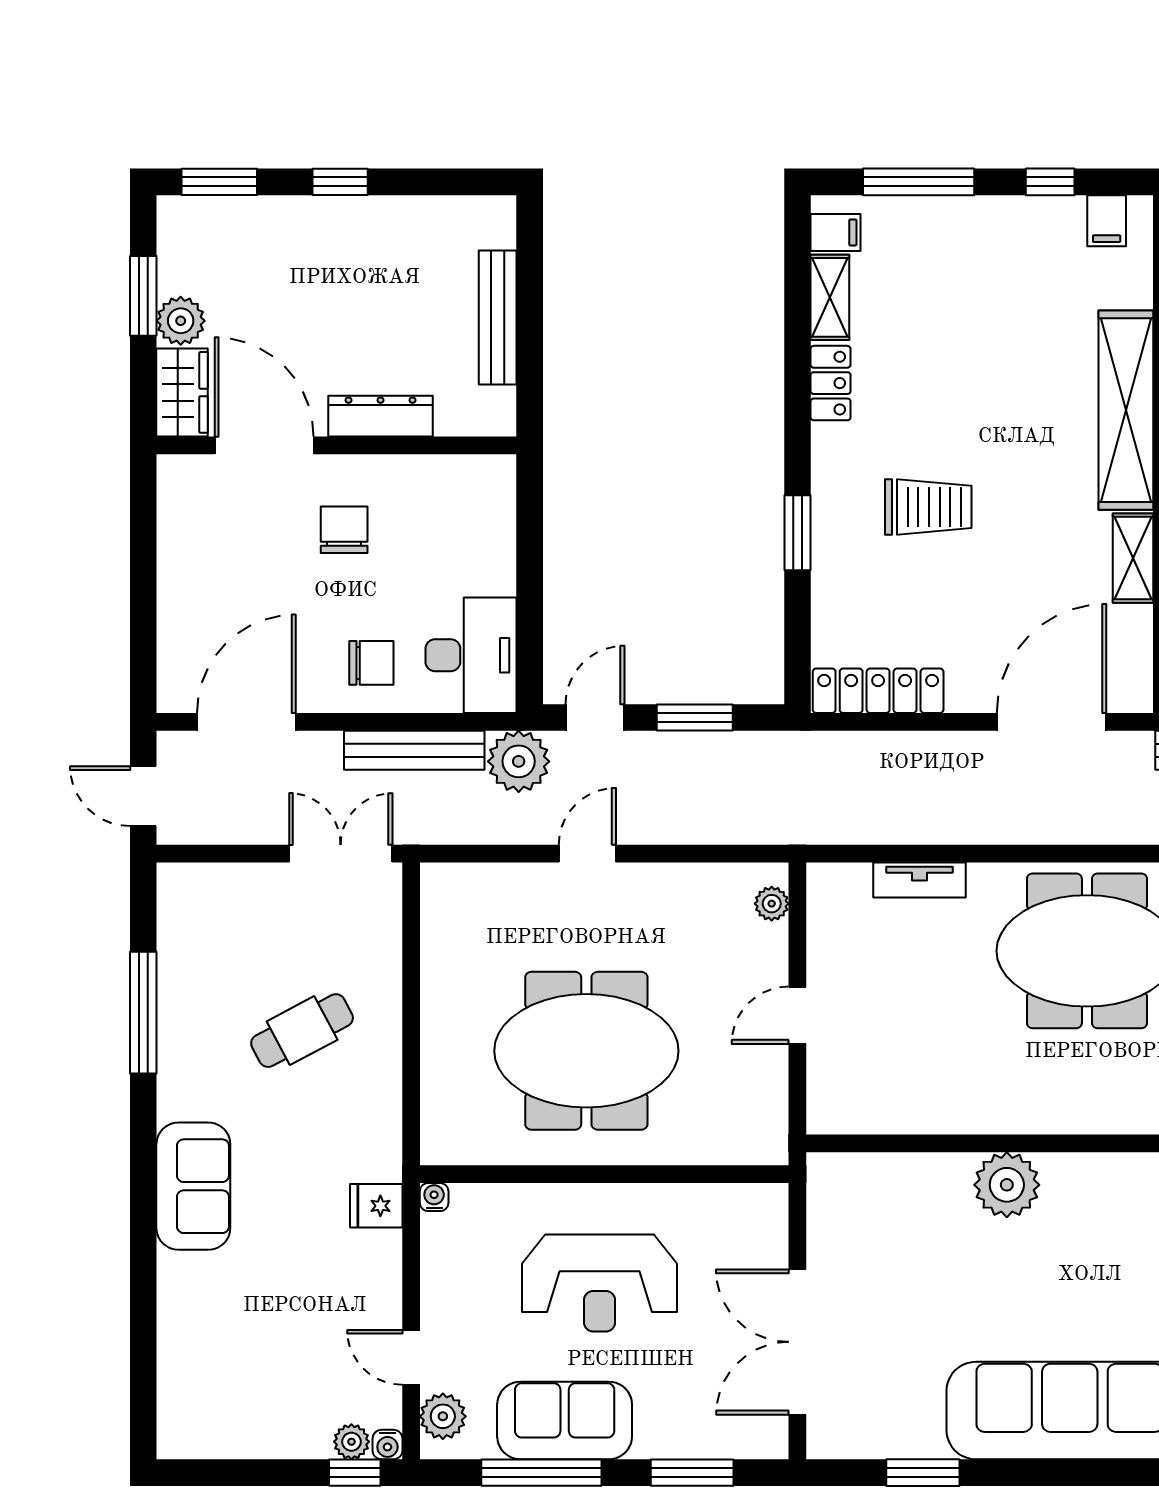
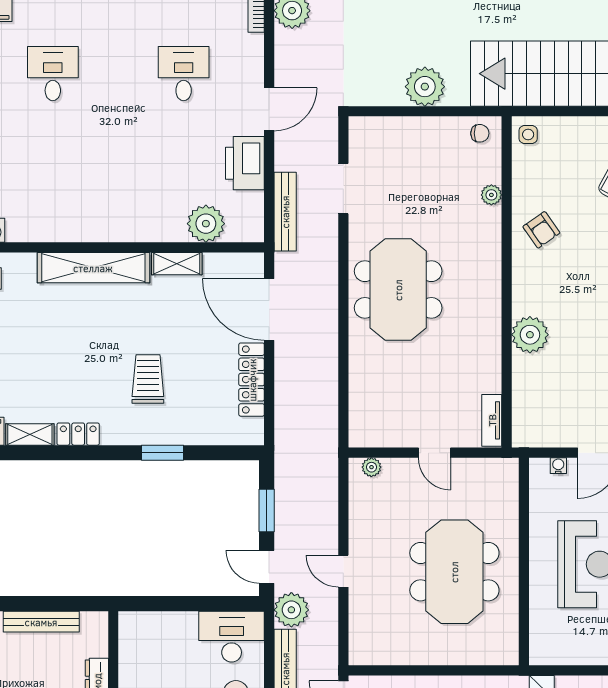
locker: (878, 691) -> (252, 380), moved
tv unit: (919, 880) -> (492, 420), moved, turned 180
water cooler: (434, 1197) -> (558, 466), moved, turned 90

